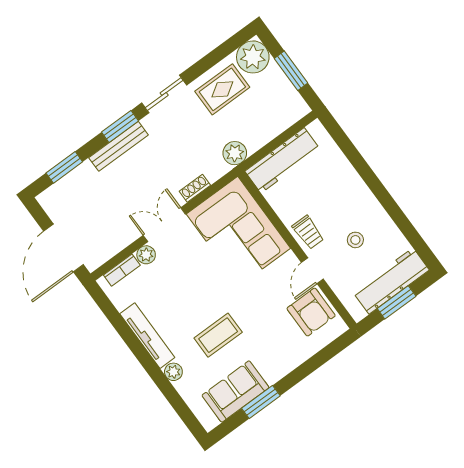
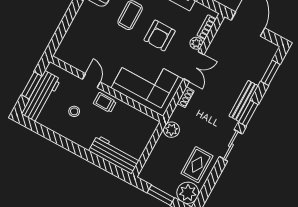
workbench: (283, 160) -> (114, 155), moved, turned 90
armchair: (311, 312) -> (160, 35), moved, turned -90

